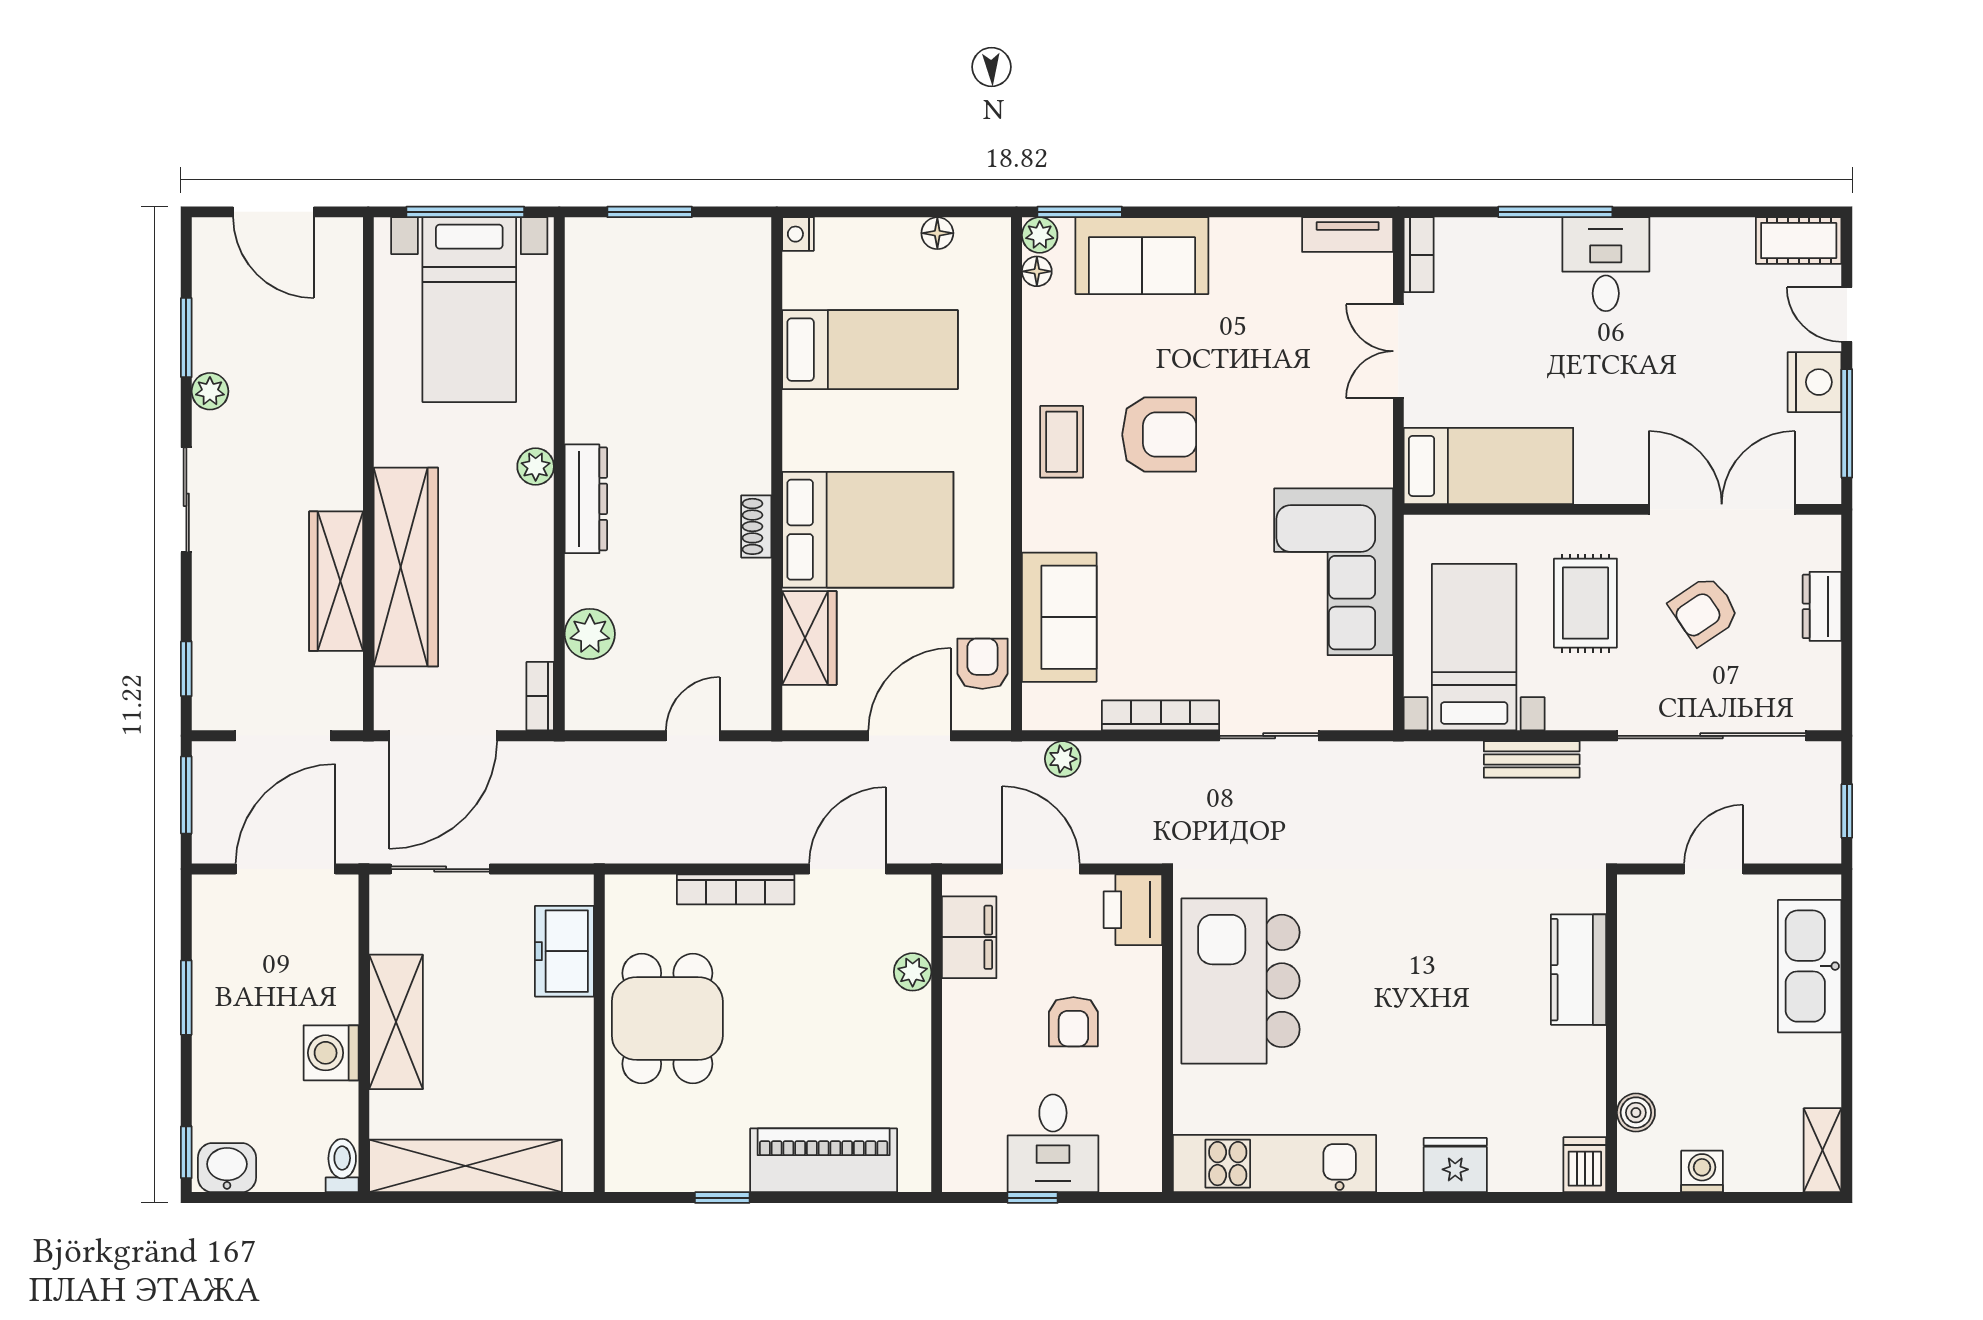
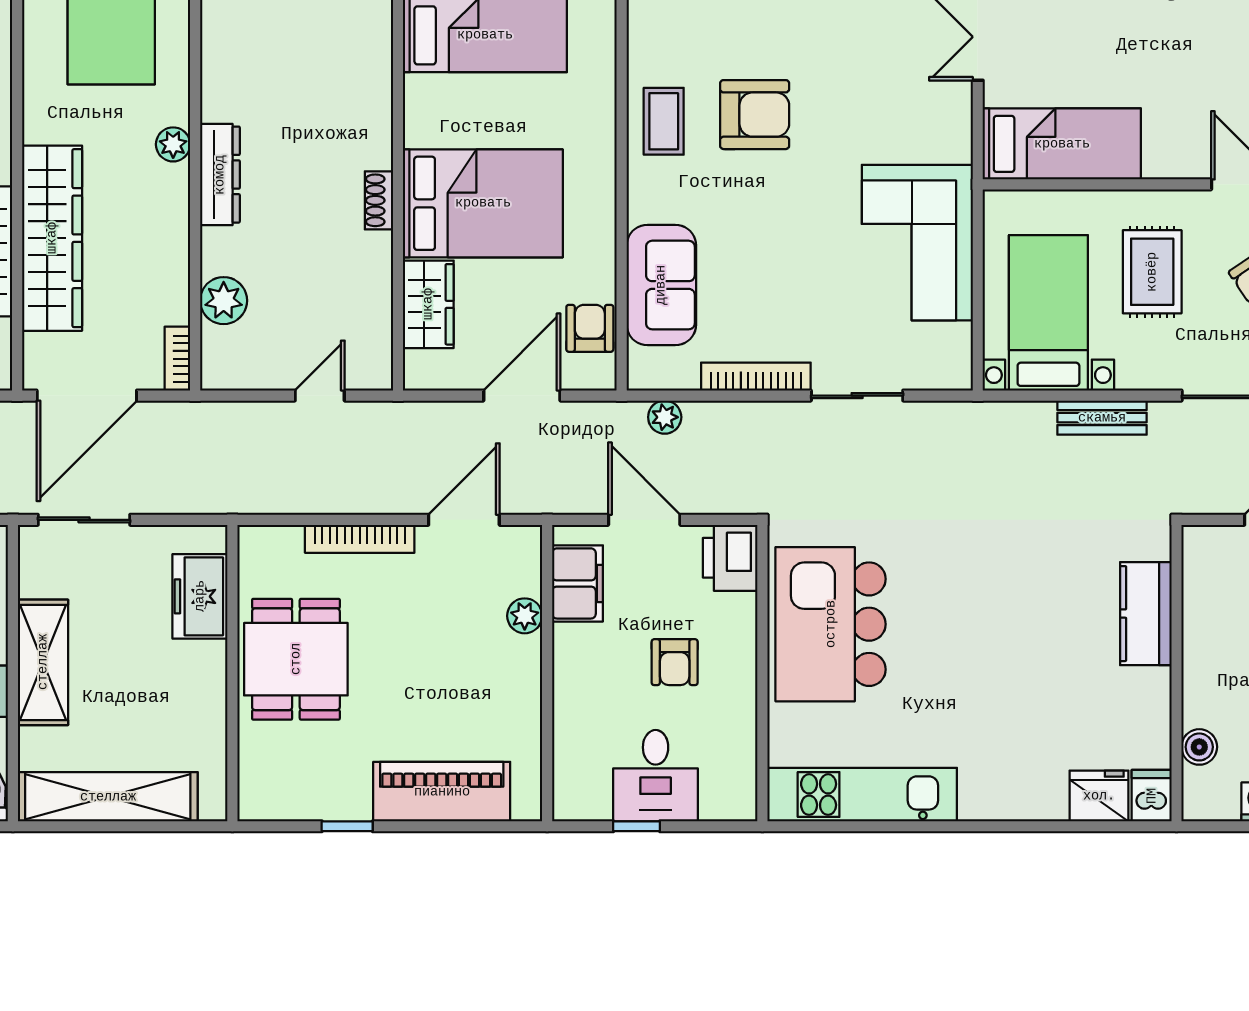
fridge: (1455, 1165) -> (1099, 796), moved

